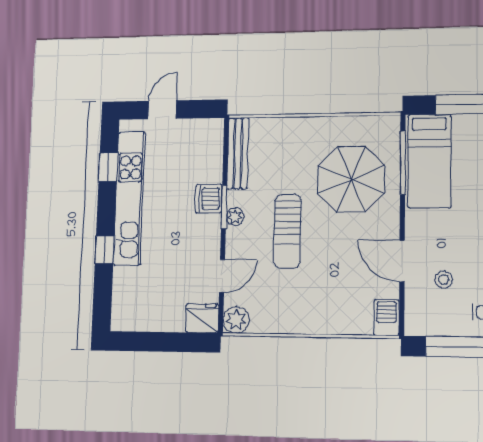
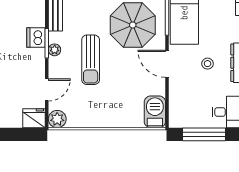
door: (402, 261) -> (167, 64), moved
stool: (444, 280) -> (208, 64), moved
barbecue: (386, 318) -> (155, 112), width x1.38, depth x1.27

